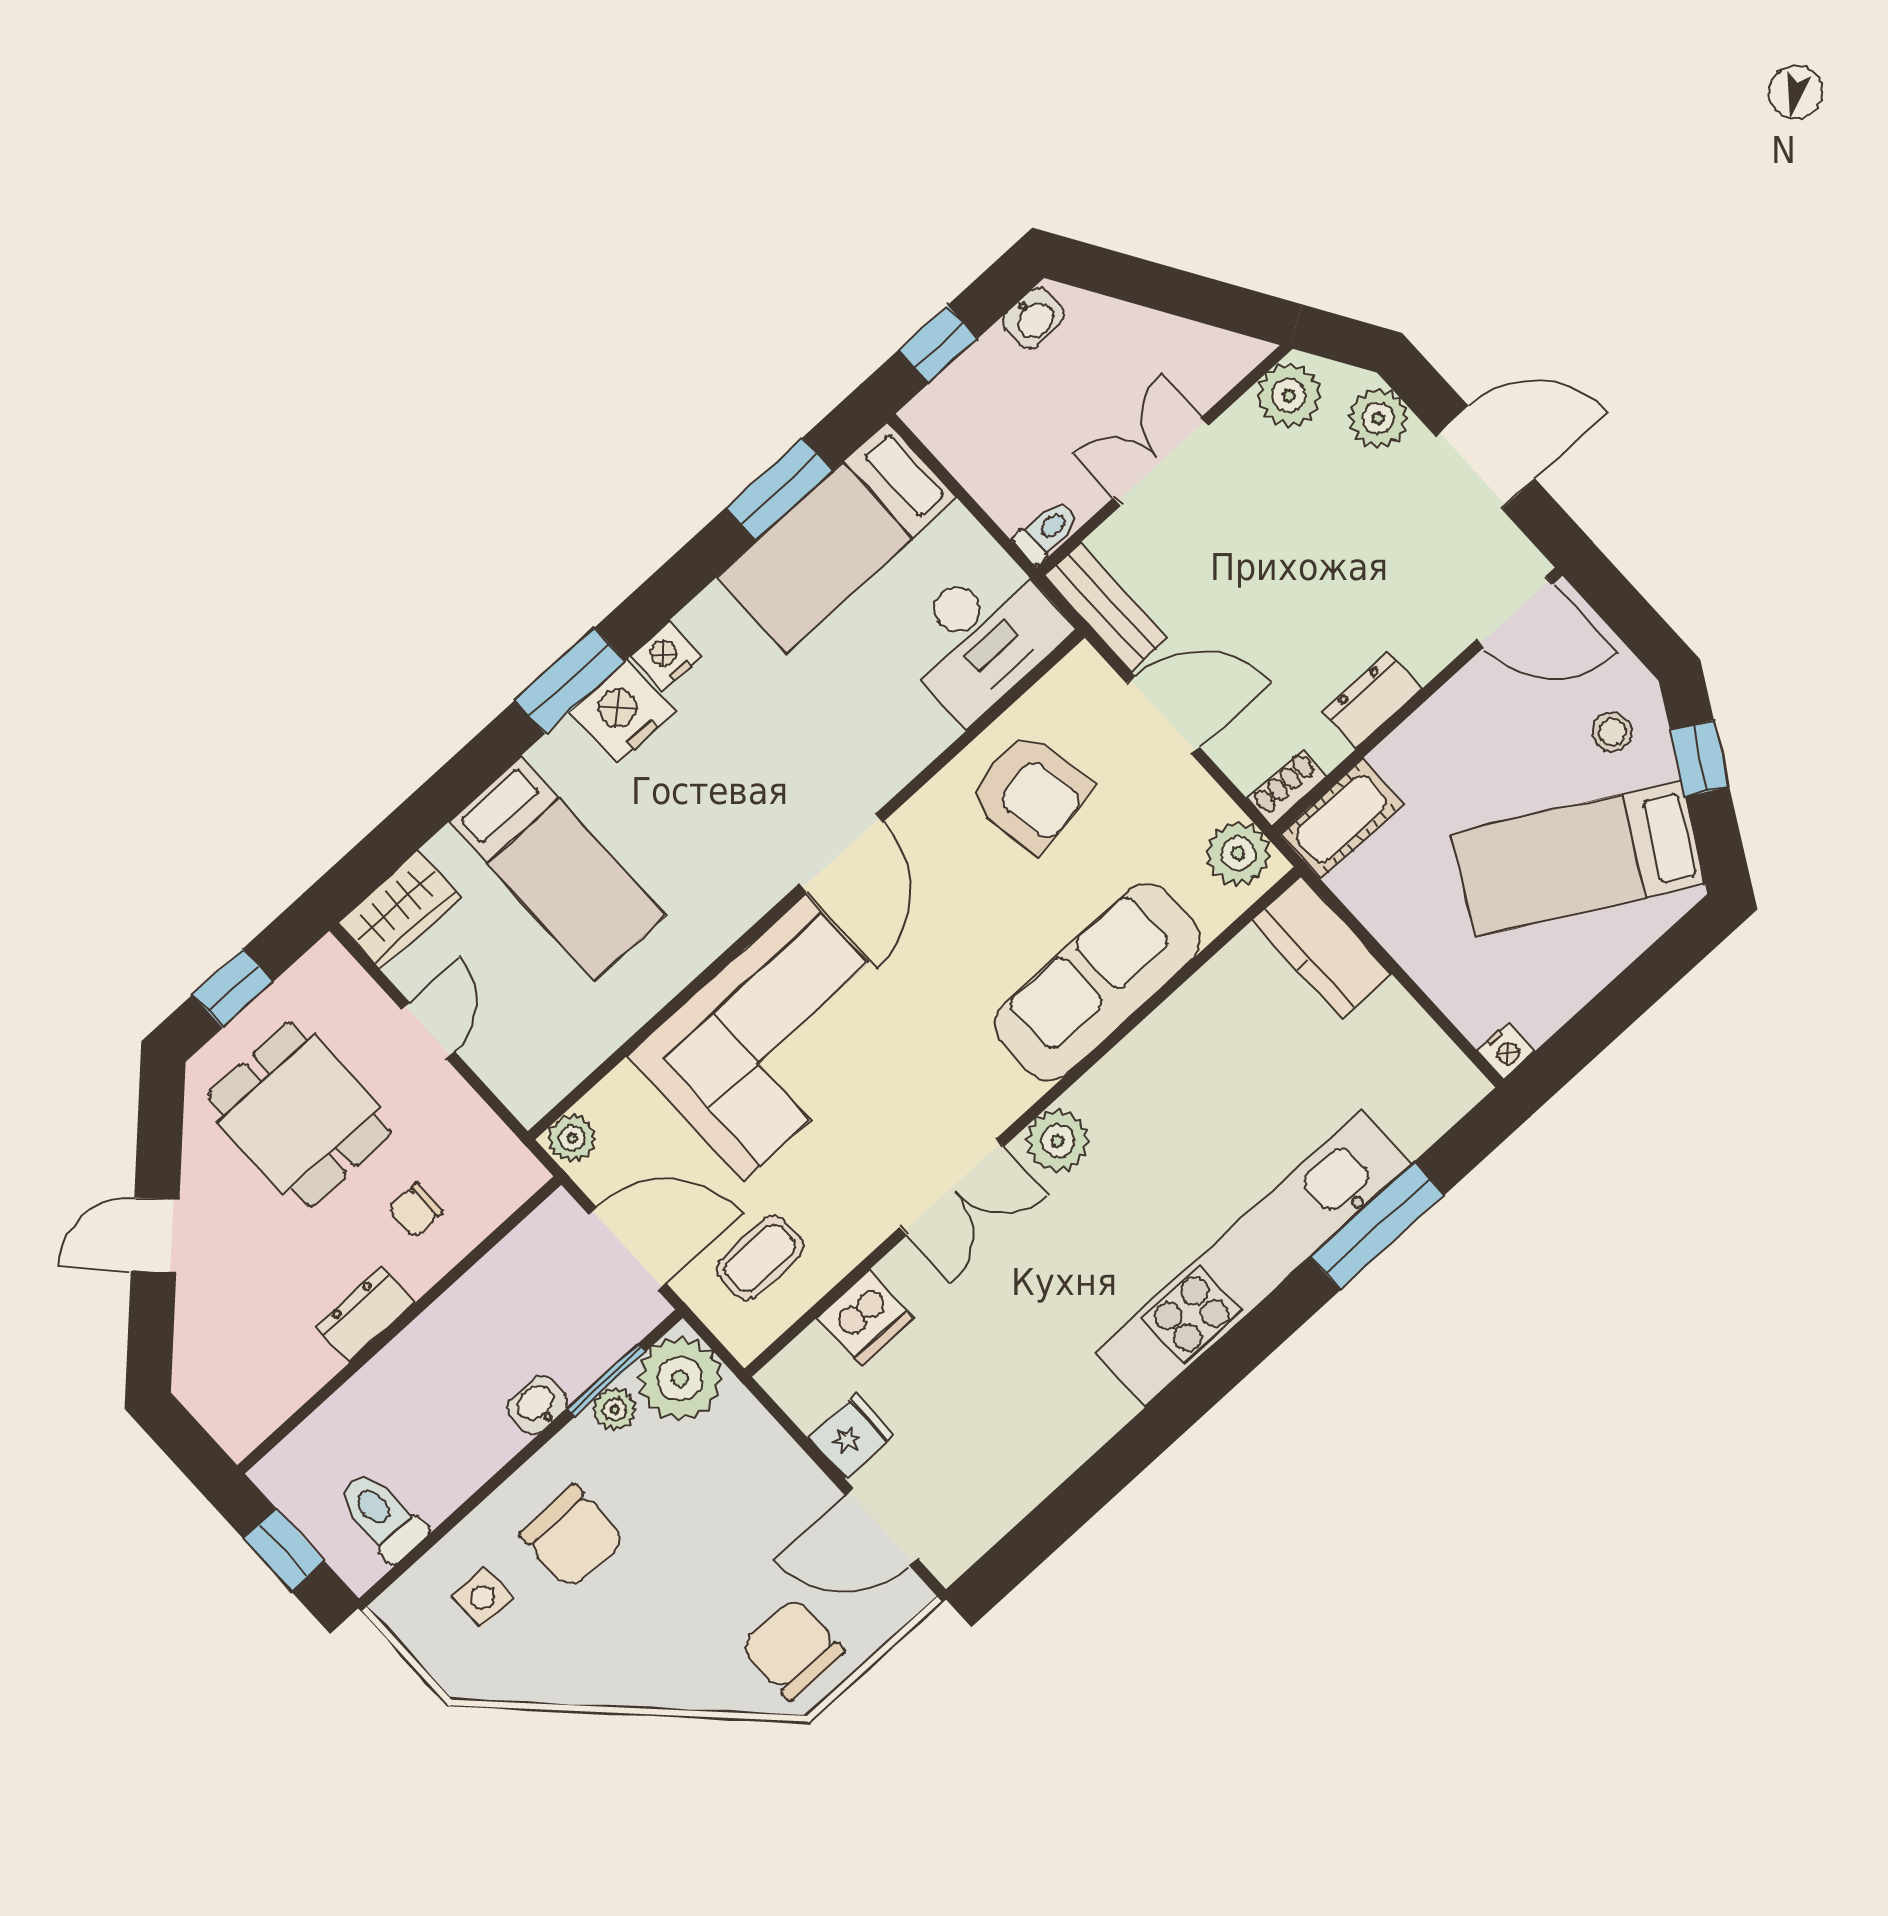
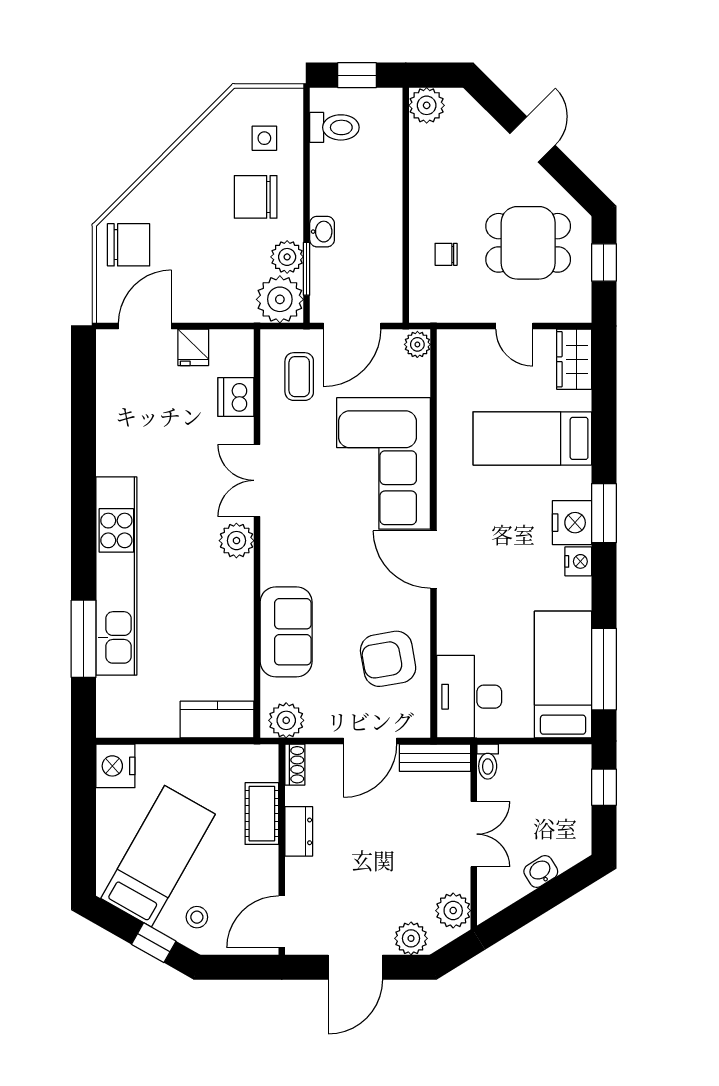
washbasin: (1034, 318) -> (541, 872), moved, turned 58
window: (779, 489) -> (604, 669), width x1.44
cot: (1342, 819) -> (262, 814), moved
sofa: (1097, 982) -> (286, 632), width x0.73
nightstand: (1506, 1051) -> (115, 766), width x1.89, depth x1.79
chair: (416, 1210) -> (446, 254), turned -90
dresser: (365, 1315) -> (422, 195), removed
plant: (615, 1409) -> (287, 257), width x1.38, depth x1.38
plant: (239, 1419) -> (427, 105), added

